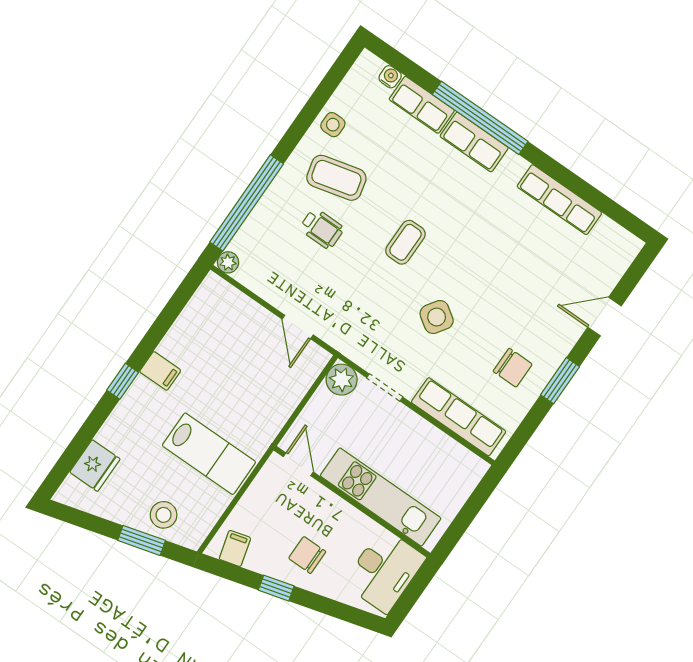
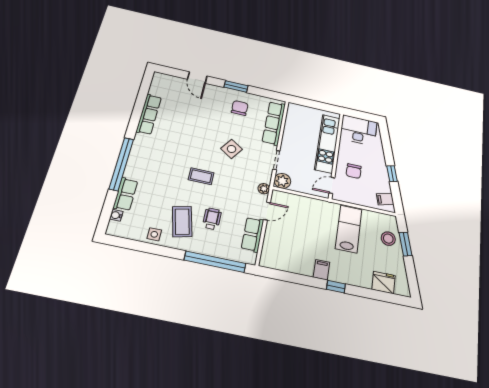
row of seats: (474, 142) -> (253, 234), moved, turned 180
plant: (228, 262) -> (264, 189), moved
chair: (307, 555) -> (354, 171), moved

